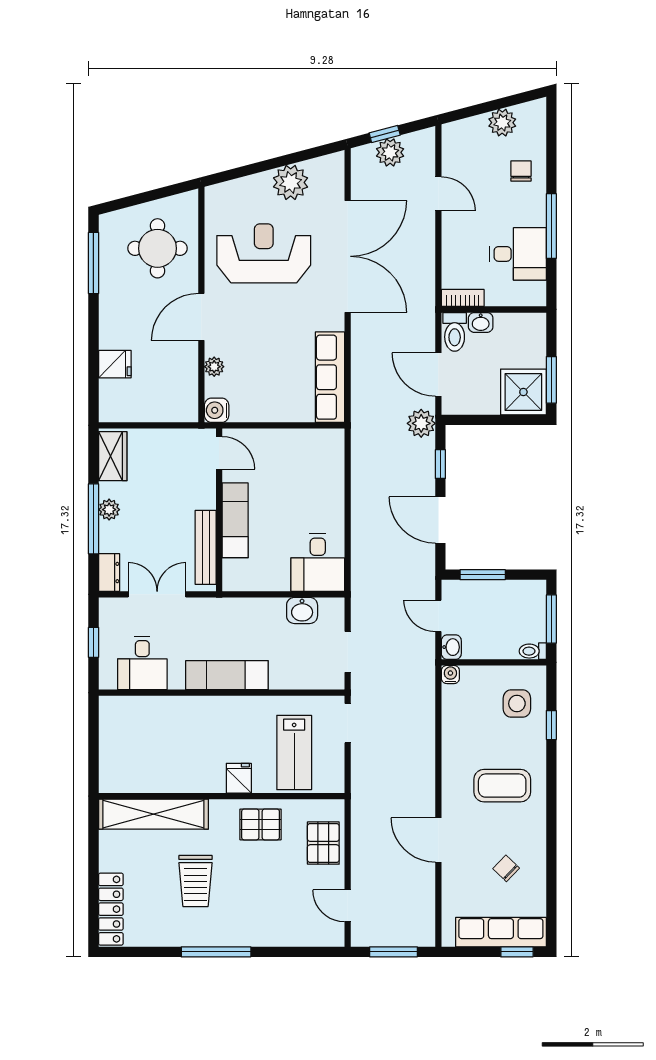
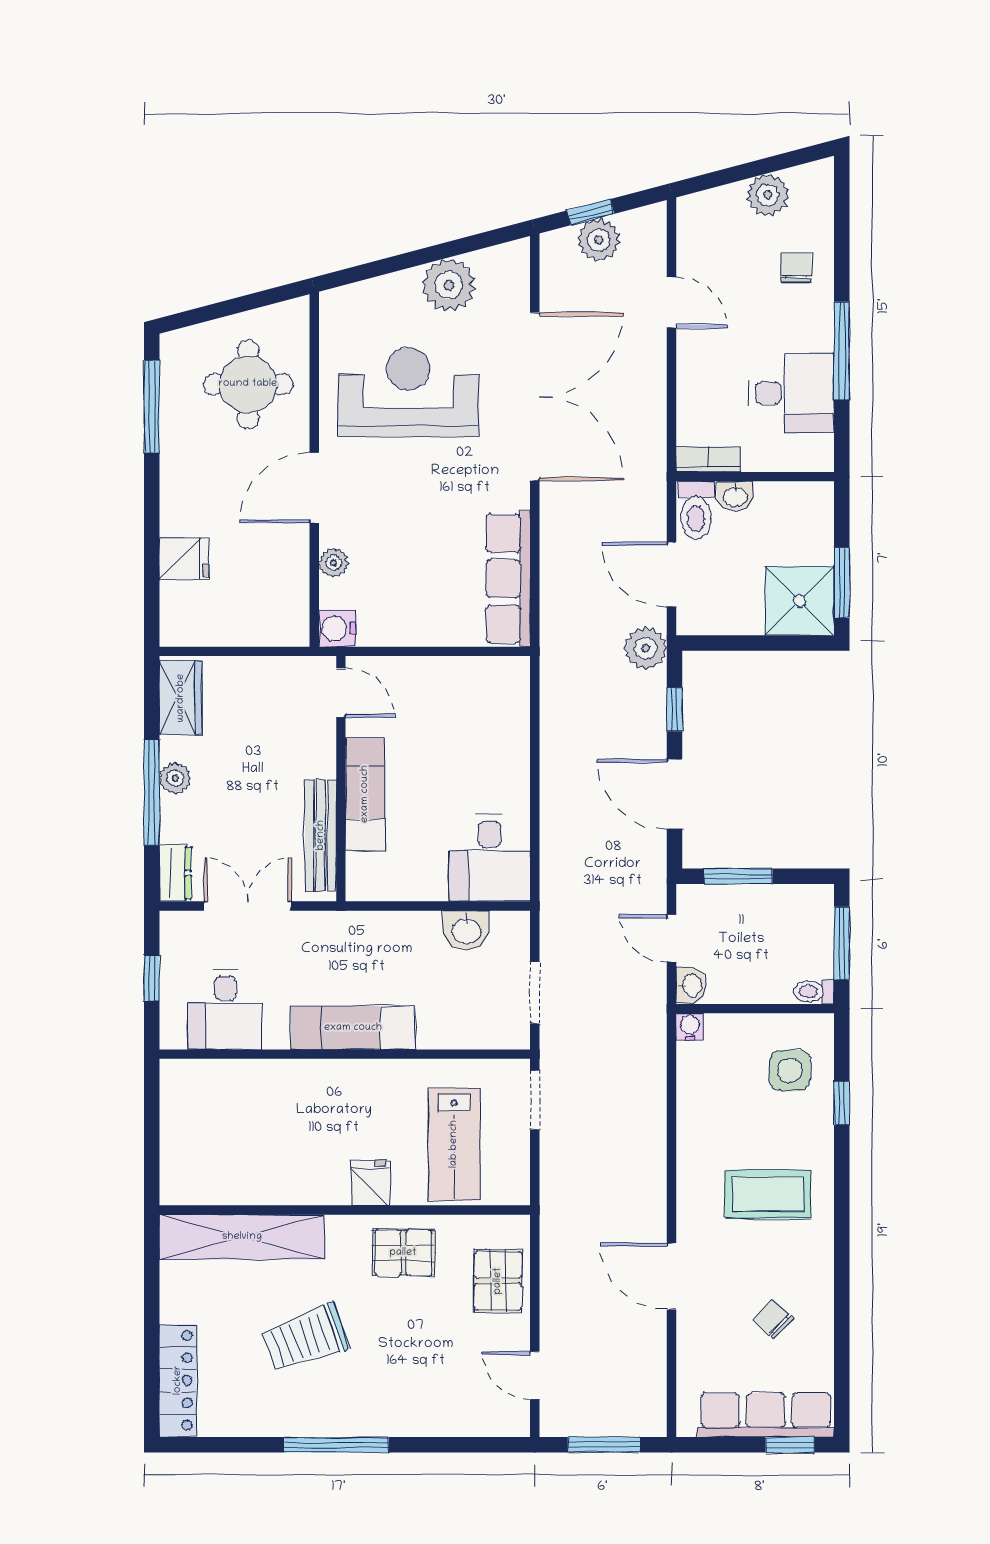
trolley: (196, 881) -> (305, 1338), turned 70

